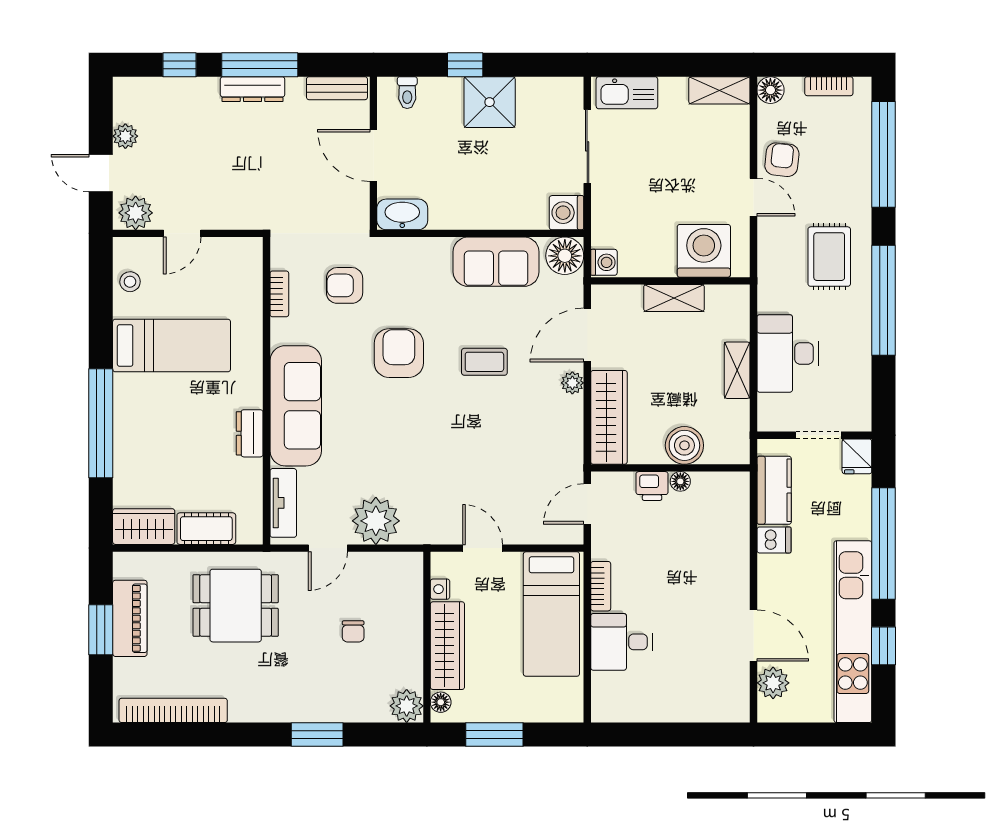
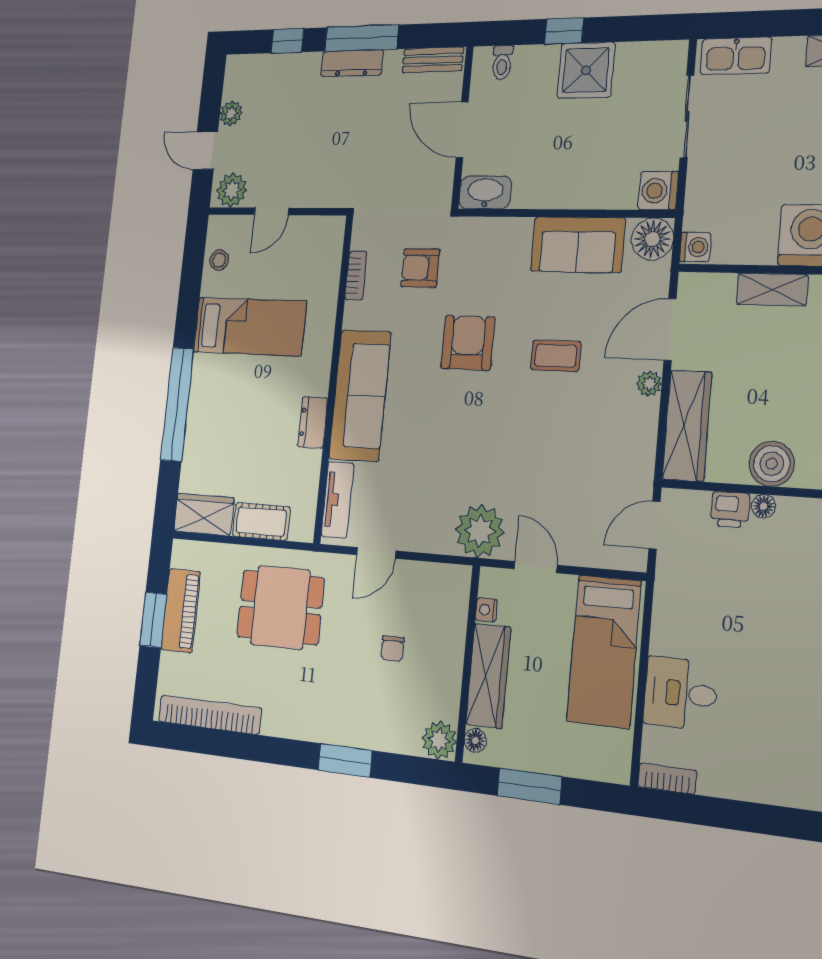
plant: (376, 521) -> (480, 531), moved
bookcase: (601, 586) -> (667, 779), moved, turned -90

